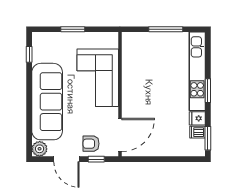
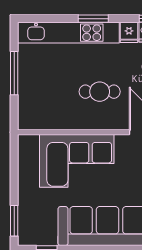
window: (73, 29) -> (14, 221), moved
cafe table: (151, 96) -> (100, 92), added

